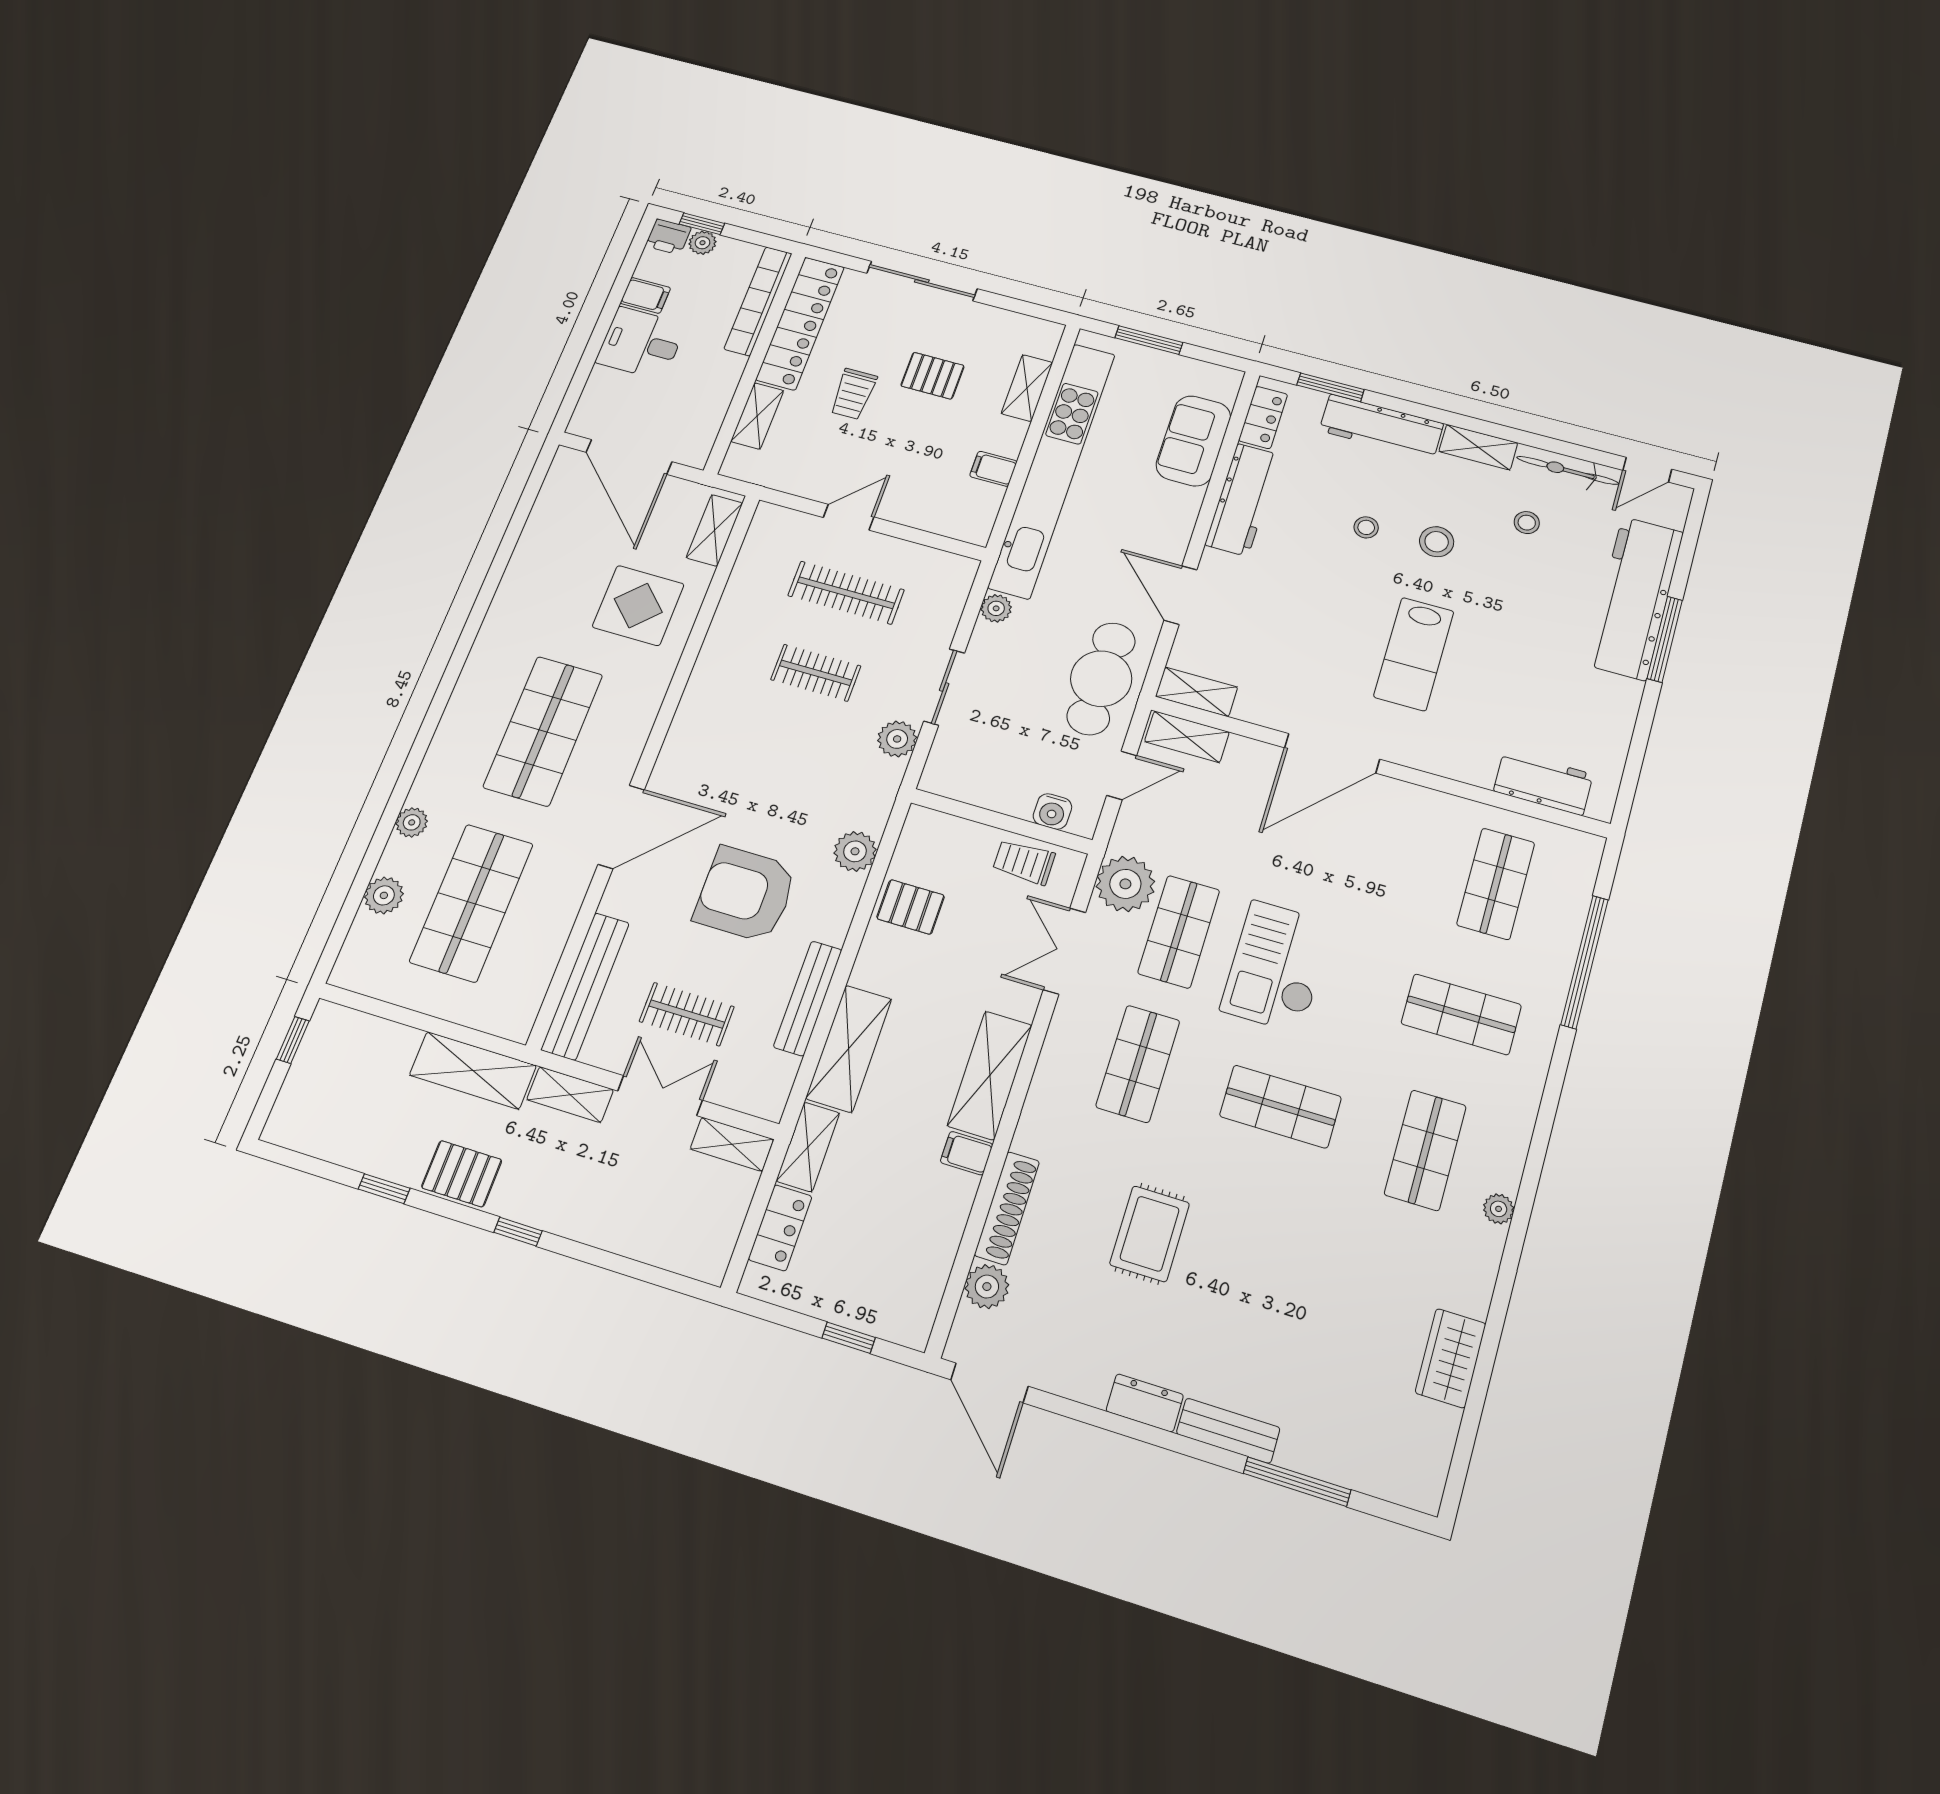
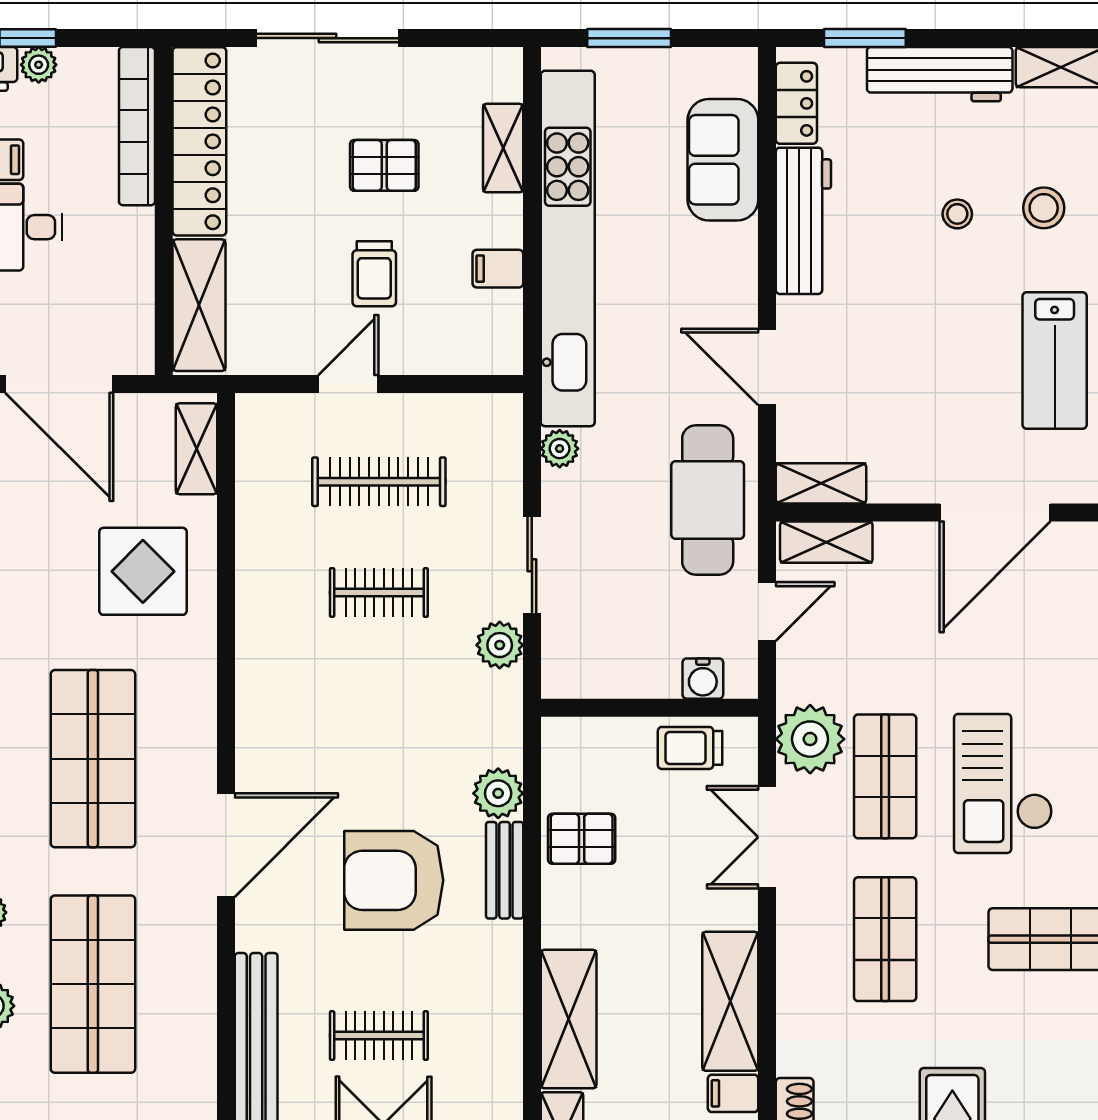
trolley: (853, 394) -> (374, 274), moved
shelving: (757, 416) -> (199, 305), width x1.50, depth x1.33
bench: (808, 998) -> (505, 870), moved, width x0.73

